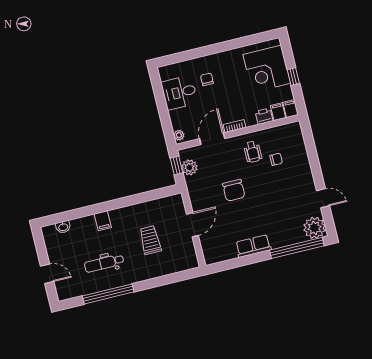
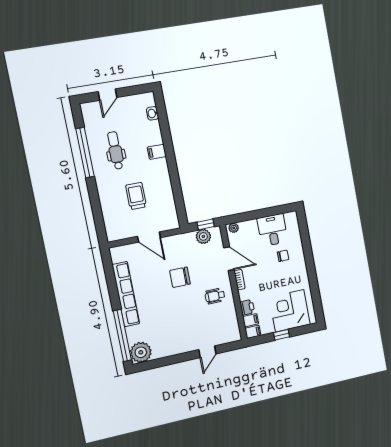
chair: (276, 159) -> (207, 318), removed
door: (323, 198) -> (207, 352), moved
trolley: (150, 240) -> (136, 196), turned -90
row of seats: (253, 246) -> (126, 294), width x2.02

